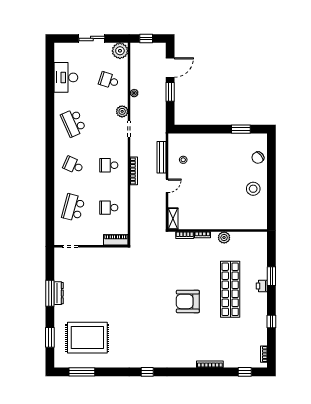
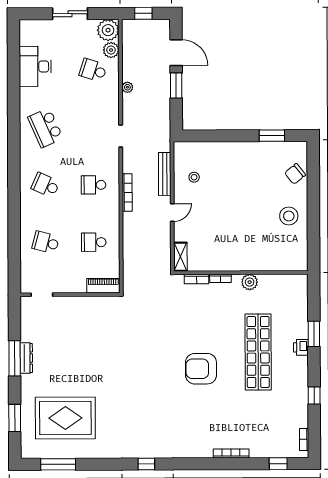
door: (170, 68) -> (176, 53), hinge flipped
plant: (122, 111) -> (111, 50), moved
school desk: (73, 208) -> (46, 242), width x0.54

